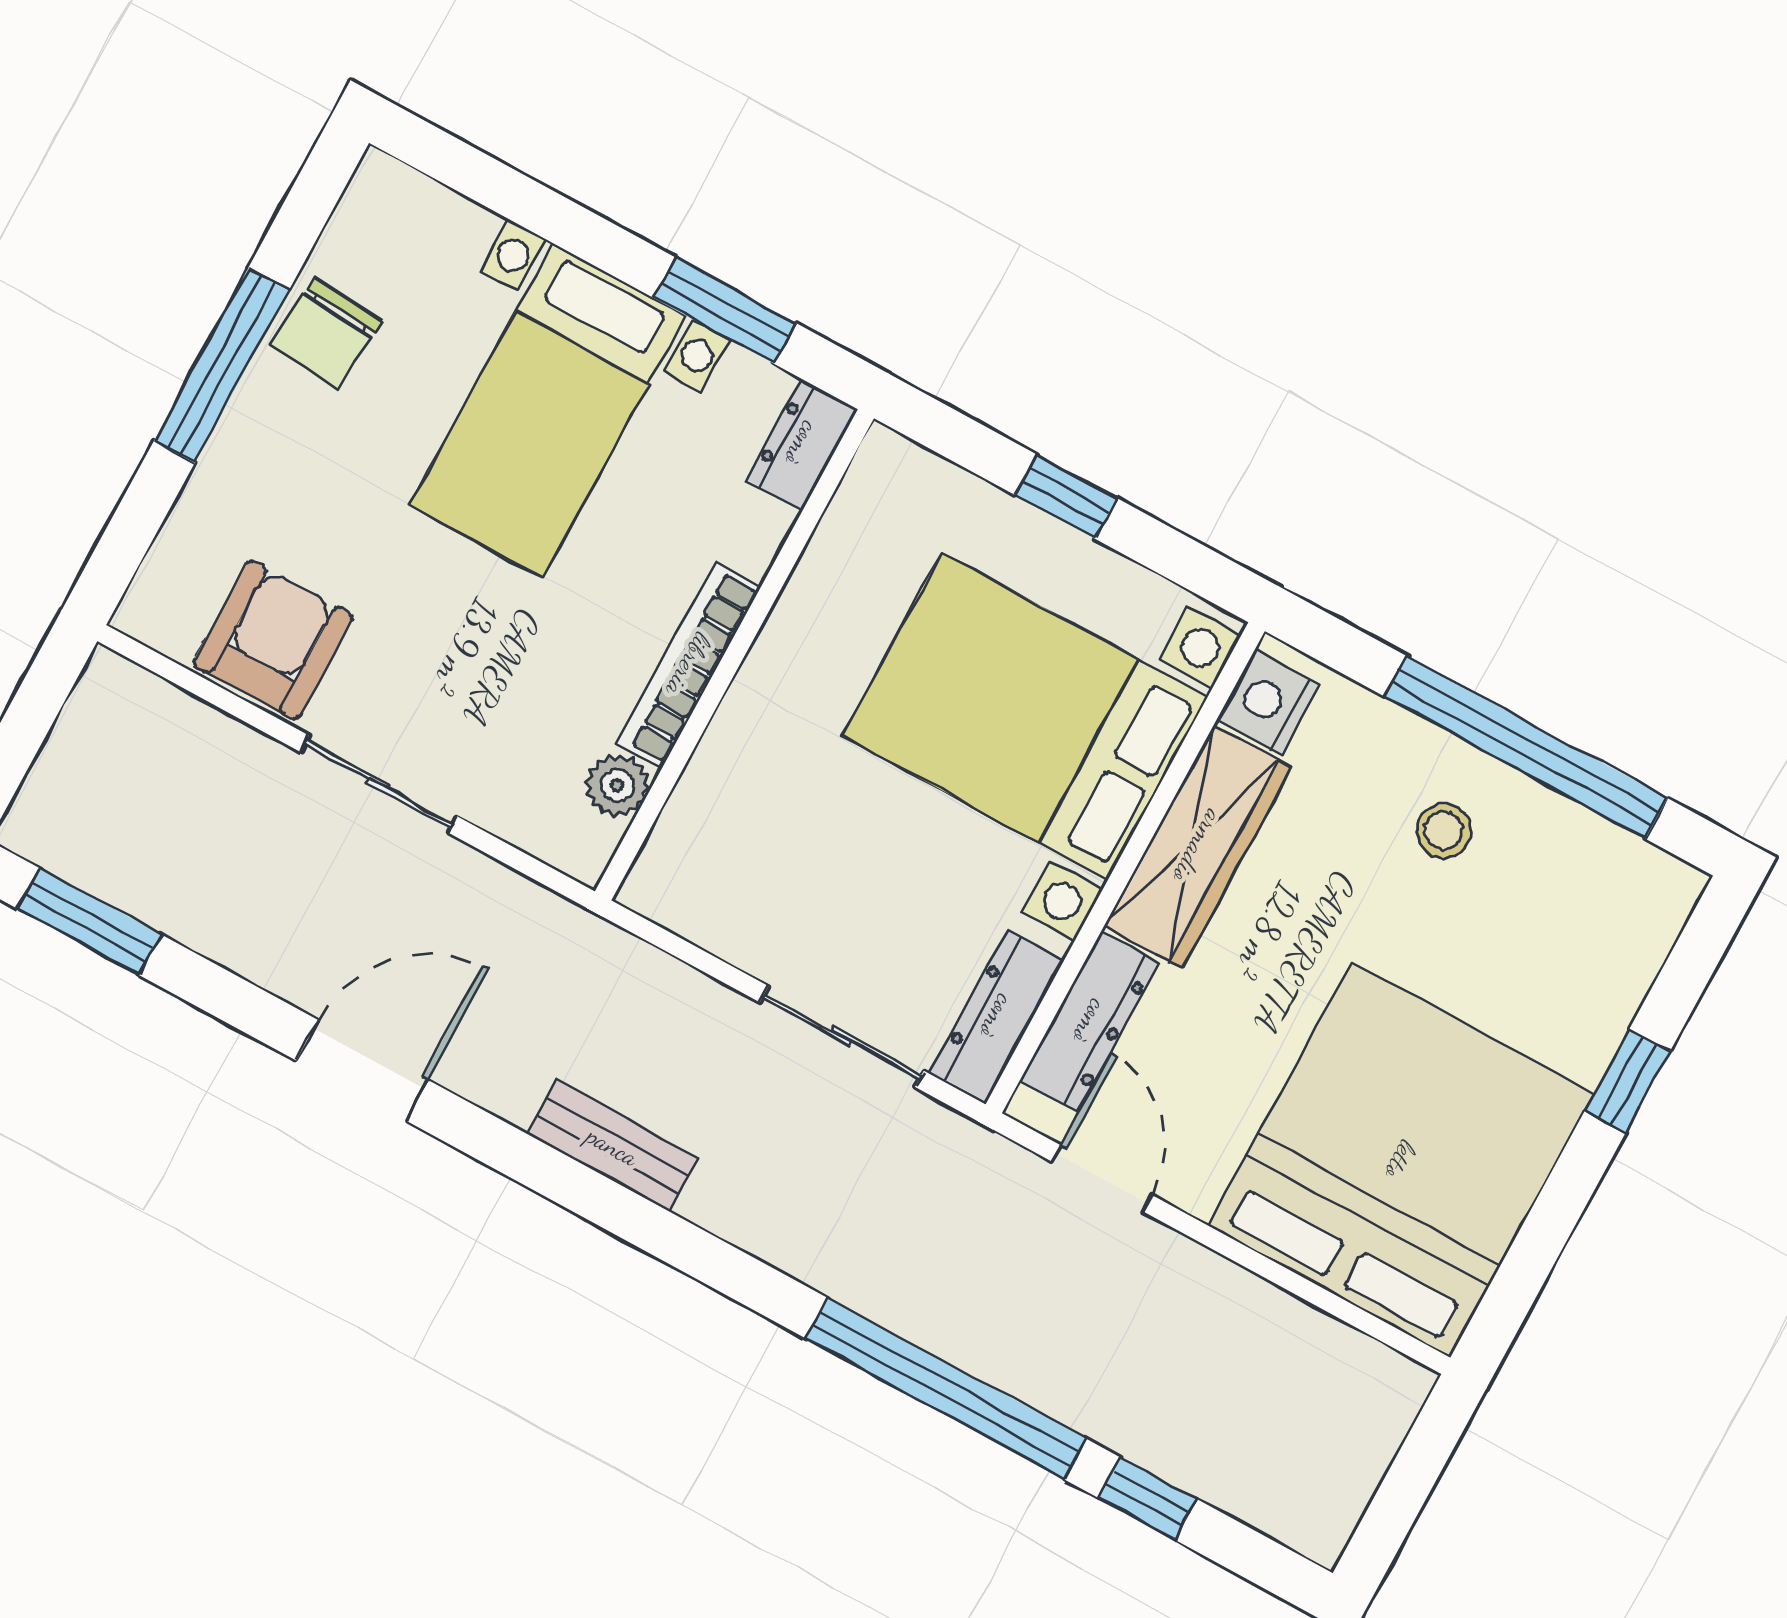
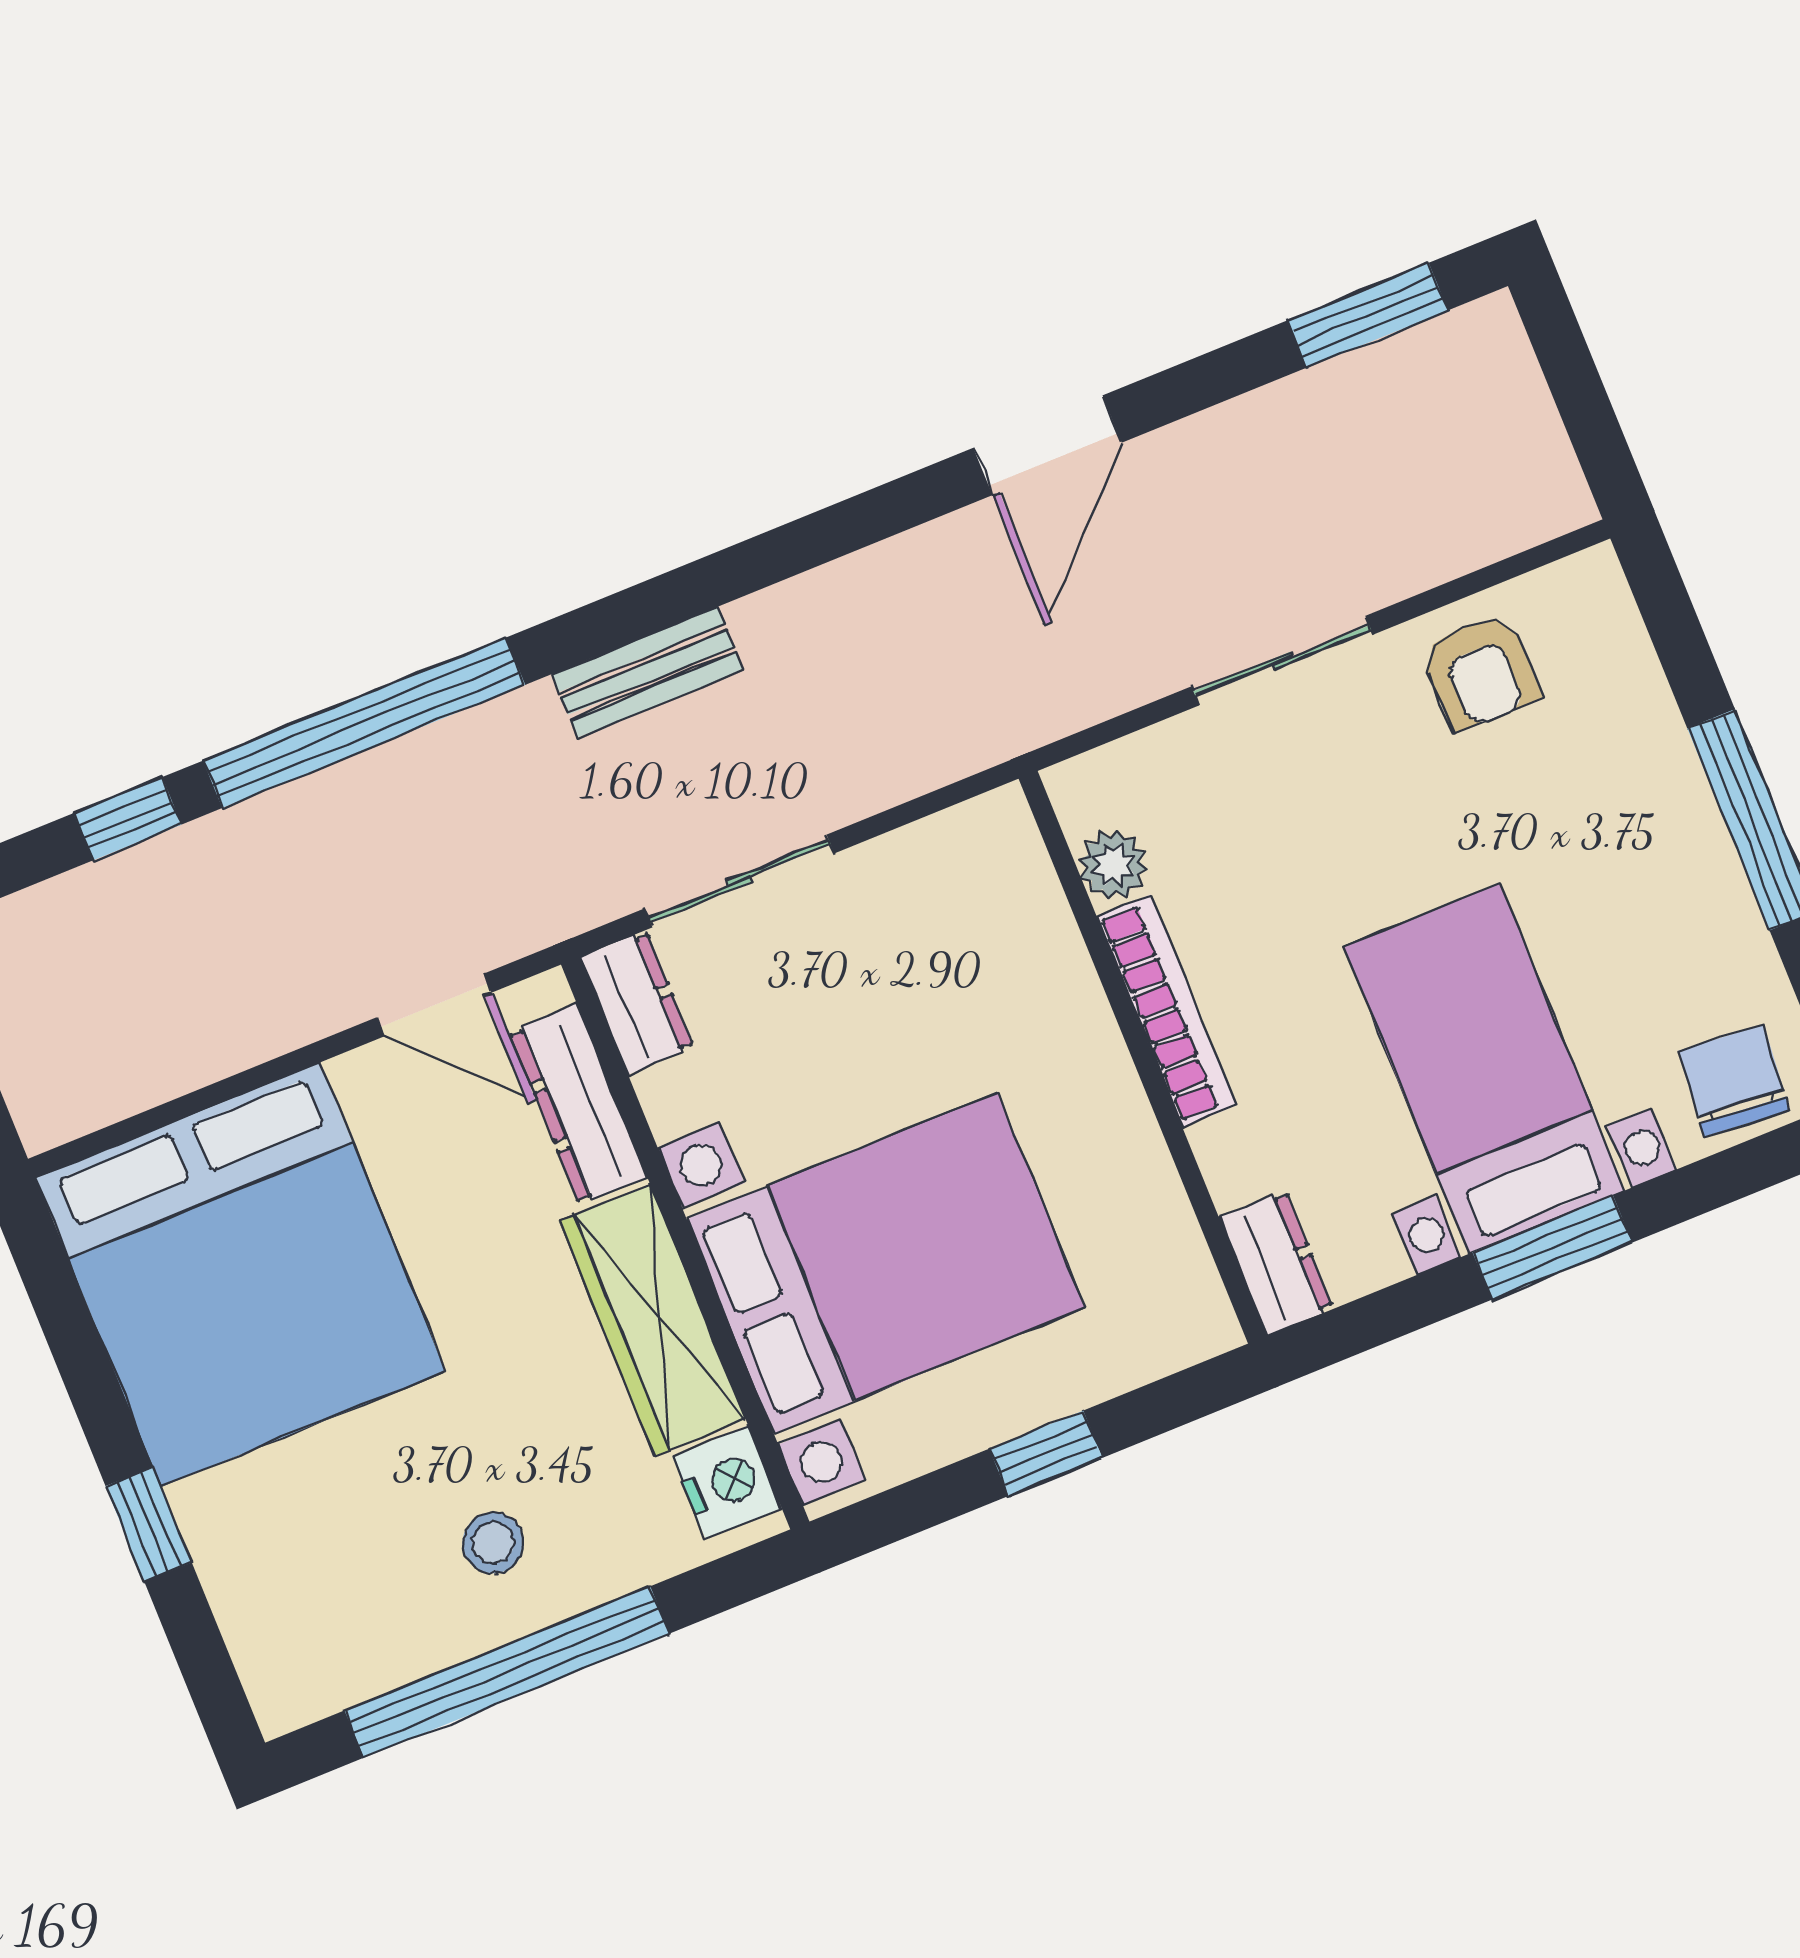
window: (725, 310) -> (1552, 1248), moved
chair: (326, 333) -> (1734, 1081), moved
armchair: (273, 640) -> (1480, 671), width x0.72, depth x0.72
dresser: (997, 1017) -> (637, 1002), width x0.70
bench: (613, 1146) -> (647, 672), moved

